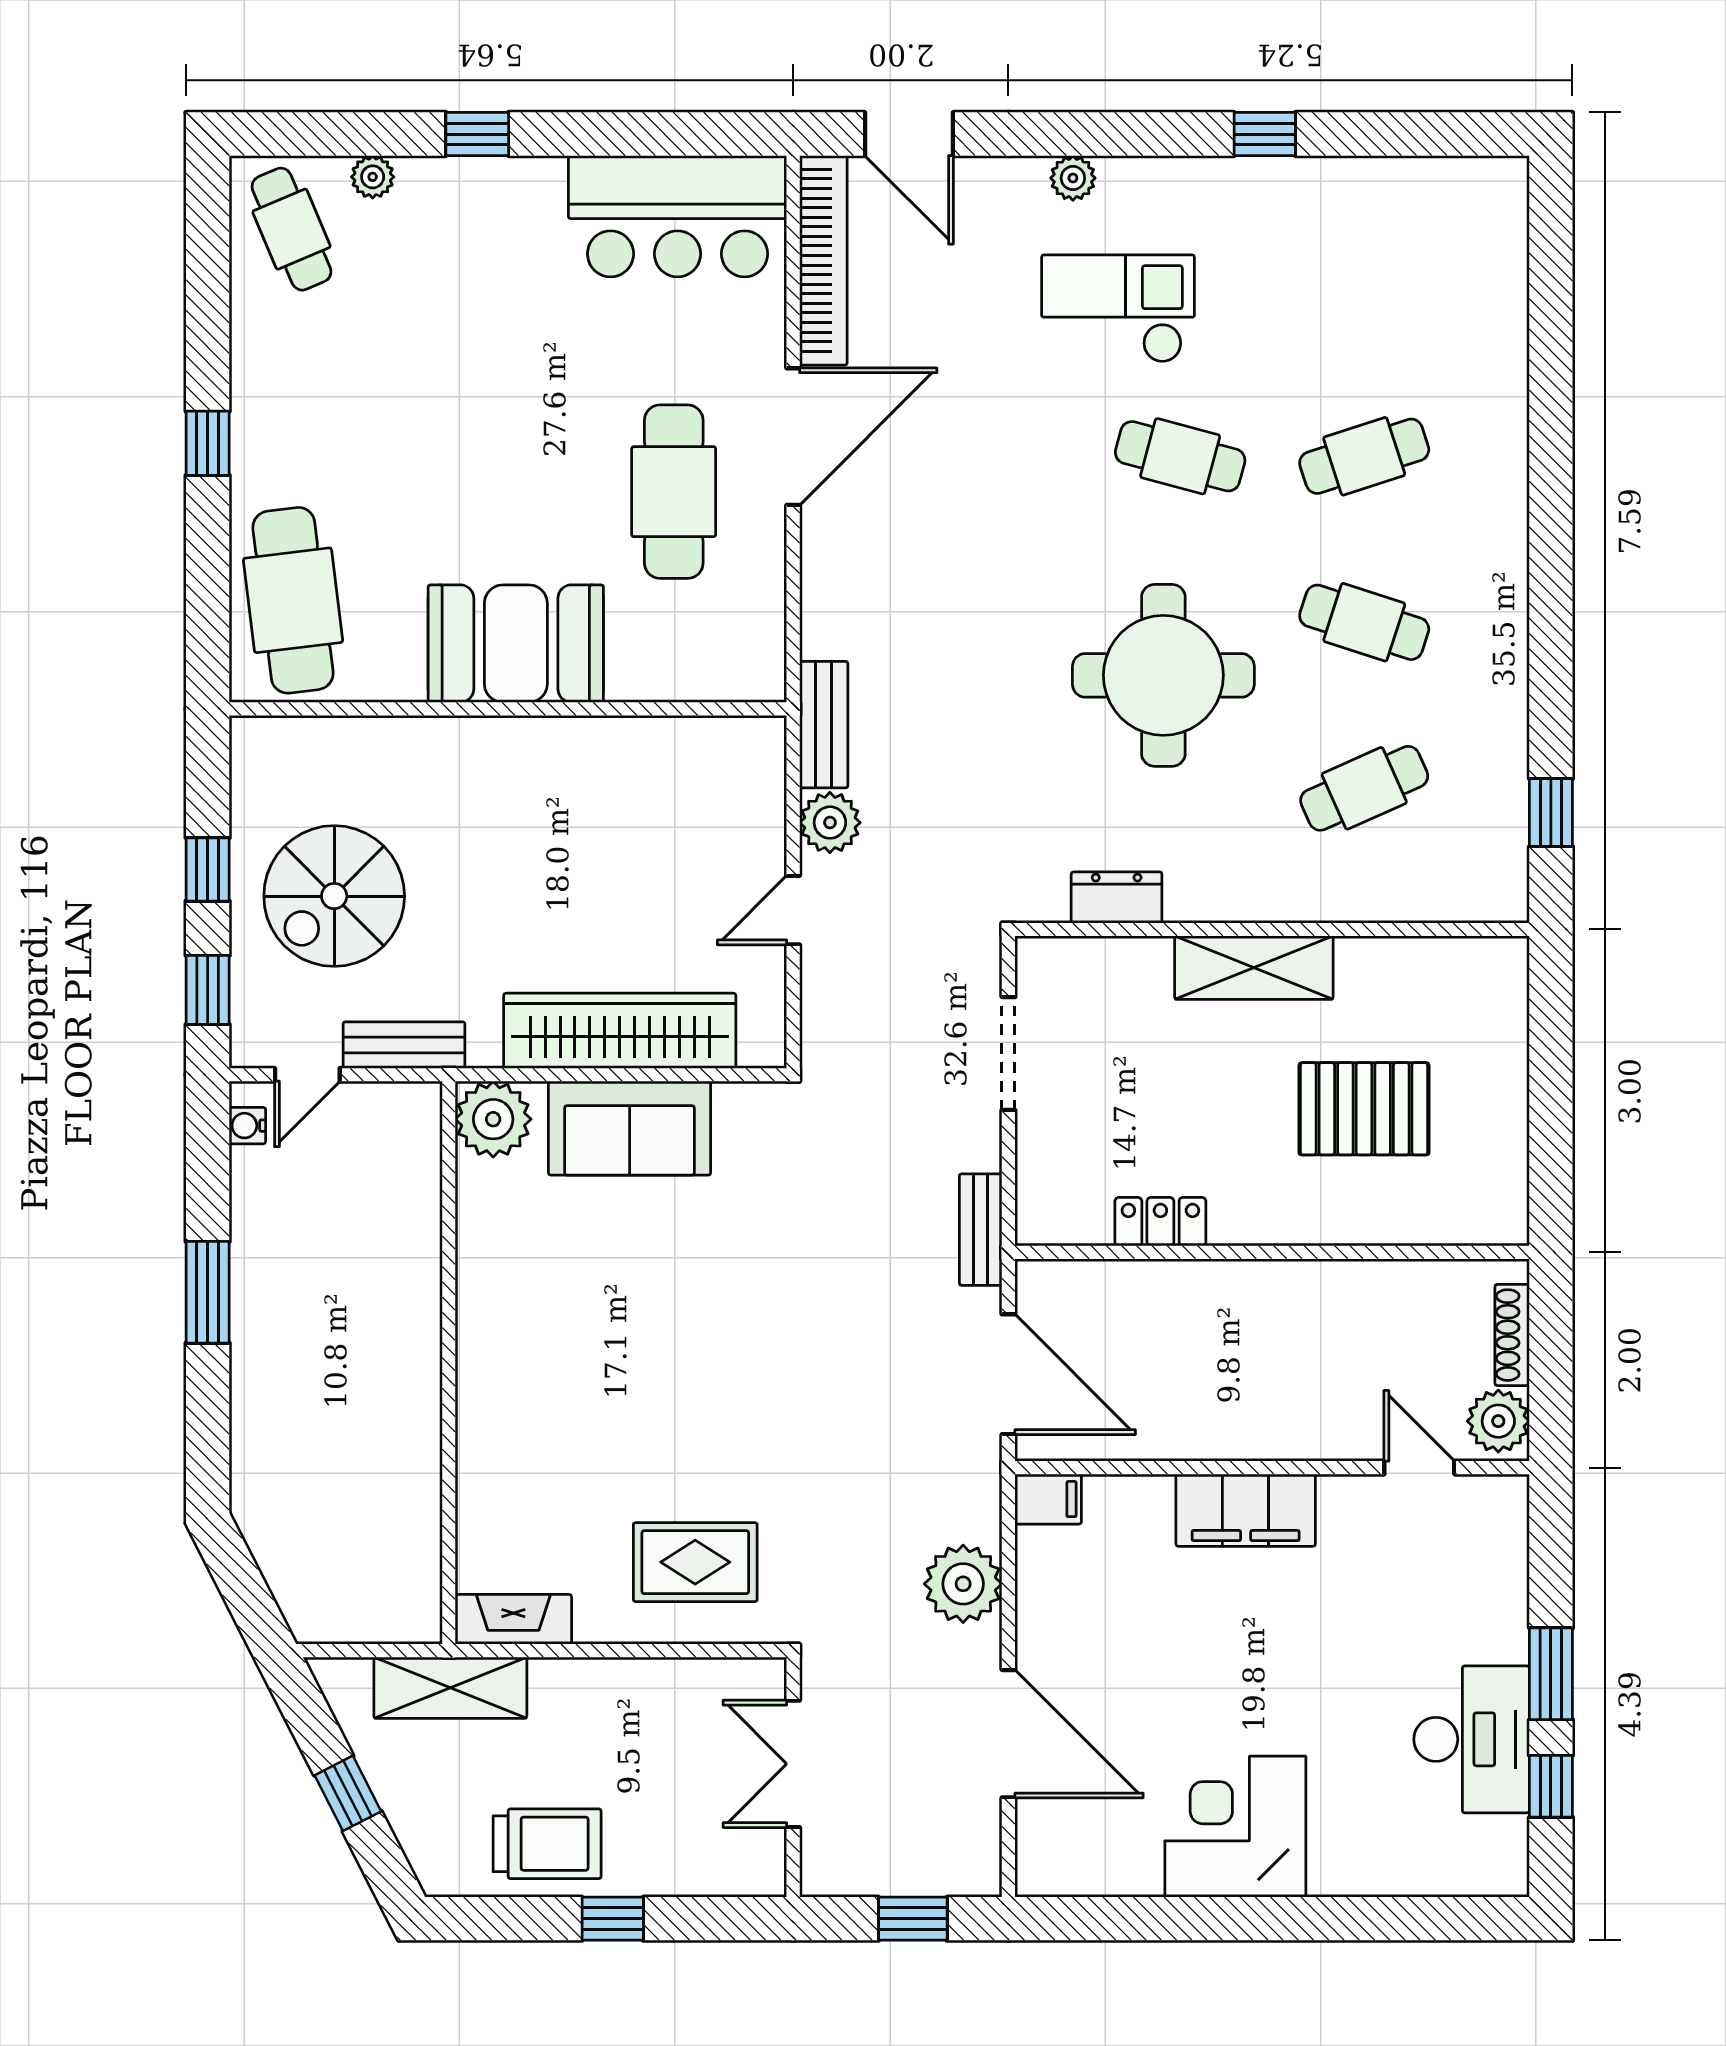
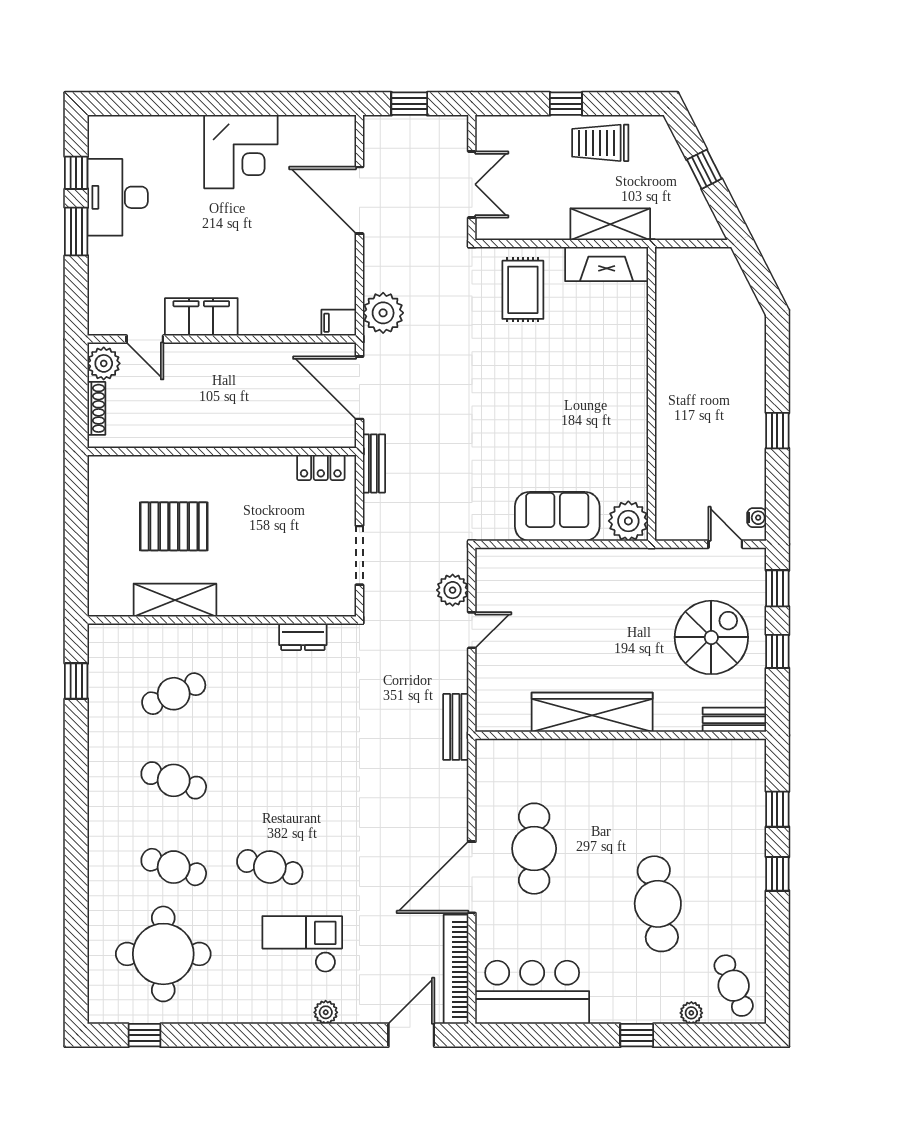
door: (909, 134) -> (411, 1035), hinge flipped
window: (1265, 134) -> (145, 1035), moved
checkout: (1118, 309) -> (302, 944), turned 180
cafe table: (1364, 456) -> (174, 867), turned 36
window: (208, 567) -> (777, 809), added
cafe table: (293, 600) -> (658, 904), moved
booth: (516, 644) -> (617, 769), removed
round table: (1163, 675) -> (163, 954), moved
plant: (830, 823) -> (453, 590), moved
shelving: (1254, 968) -> (175, 600), moved
wardrobe: (620, 1031) -> (592, 712), moved, turned 180
bench: (404, 1045) -> (734, 720), moved
door: (307, 1075) -> (725, 544), hinge flipped
locker: (1160, 1222) -> (321, 468), moved
window: (208, 1292) -> (777, 431), width x0.67
filing cabinet: (1246, 1510) -> (201, 317), moved
rug: (695, 1562) -> (523, 290), turned 90
plant: (963, 1584) -> (383, 313), moved
fireplace: (513, 1619) -> (607, 264), width x1.37, depth x1.32
shelving: (450, 1688) -> (610, 224), moved

